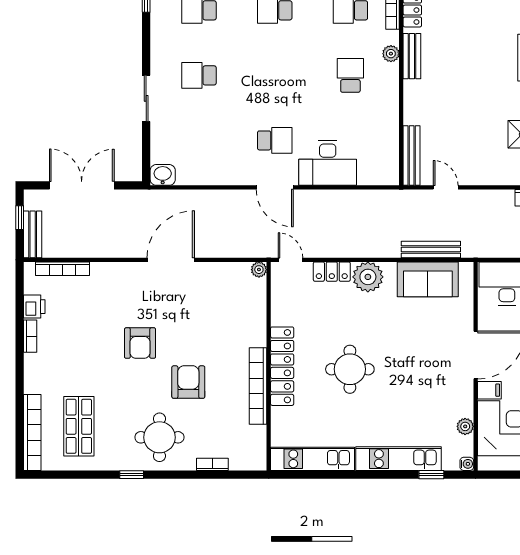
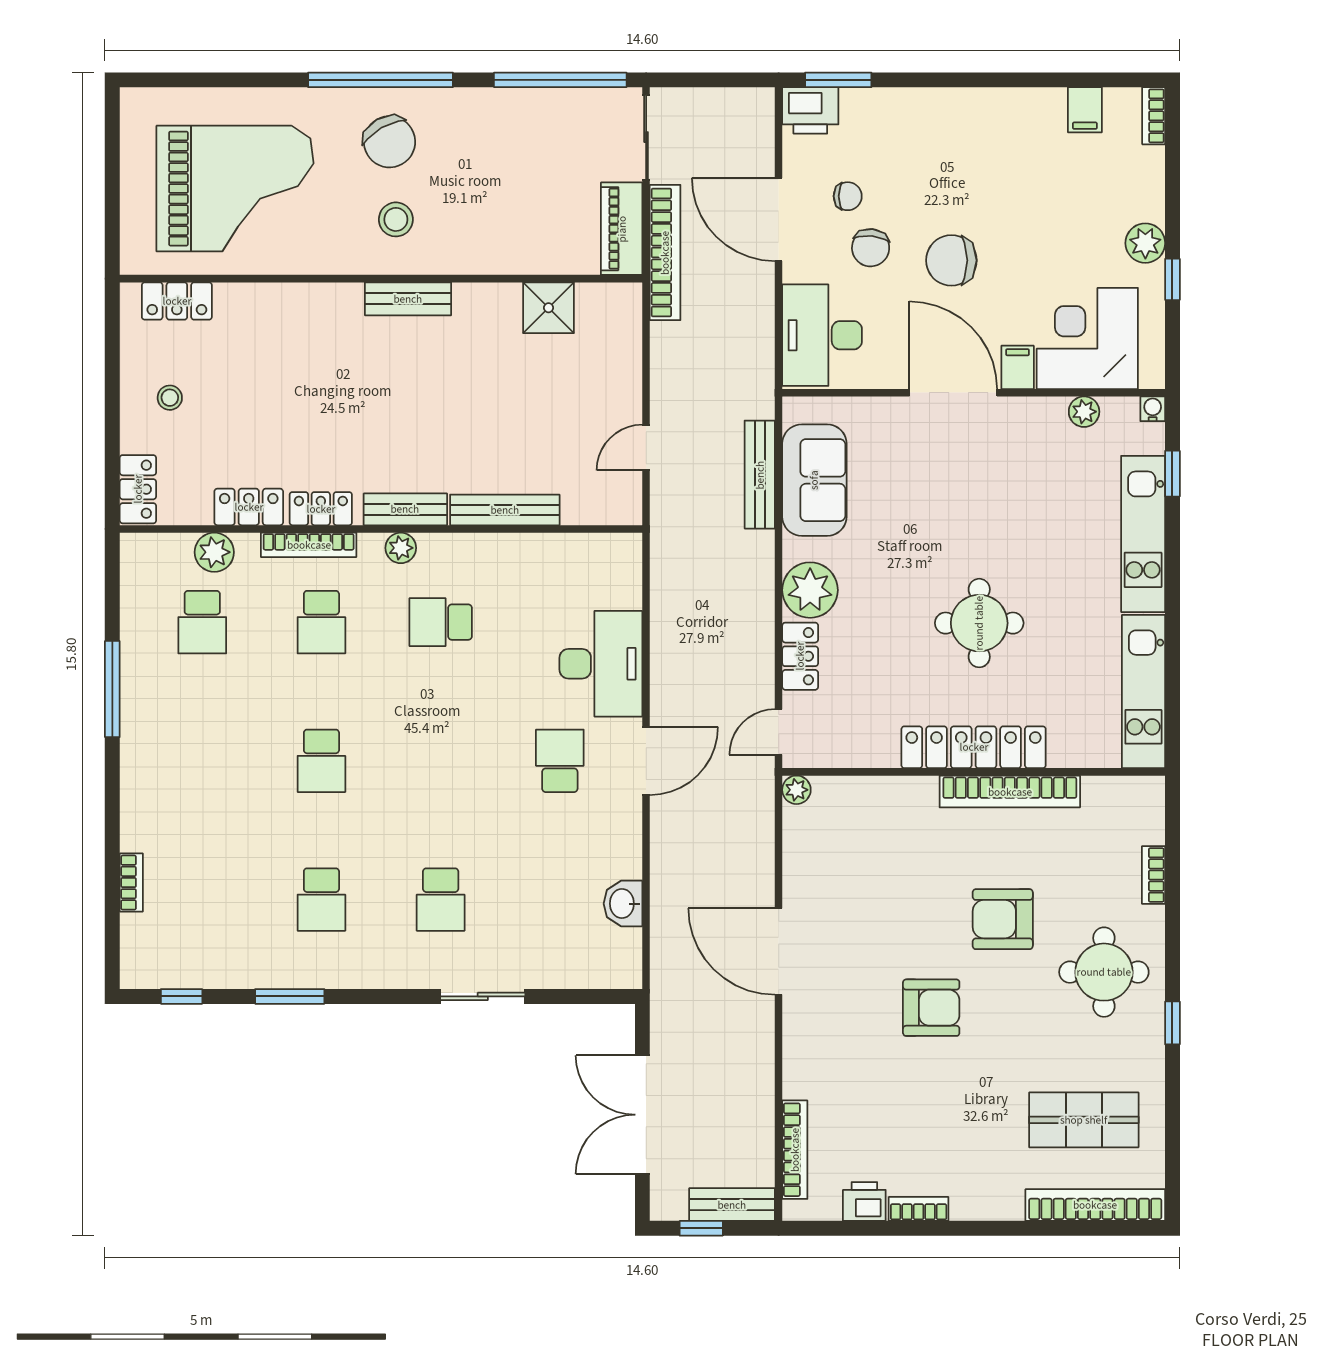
bench: (412, 156) -> (505, 510), moved
washbasin: (163, 175) -> (623, 904), moved

